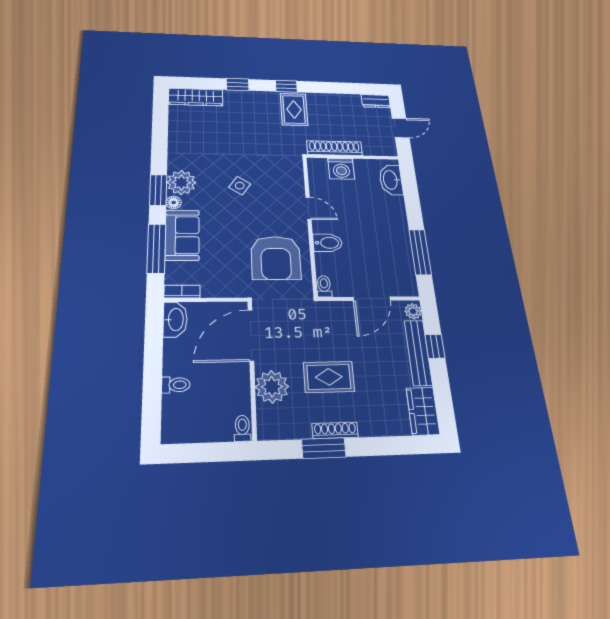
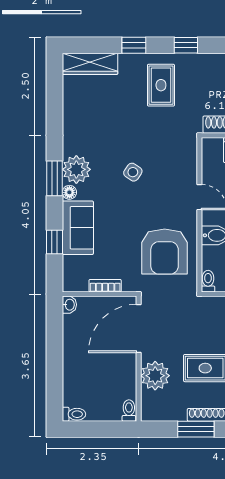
rug: (294, 109) -> (161, 85), moved
window: (156, 249) -> (54, 242), width x0.46
bookcase: (182, 292) -> (105, 286), moved
washbasin: (175, 320) -> (69, 305), width x0.52, depth x0.69
toilet: (176, 385) -> (74, 414), moved

